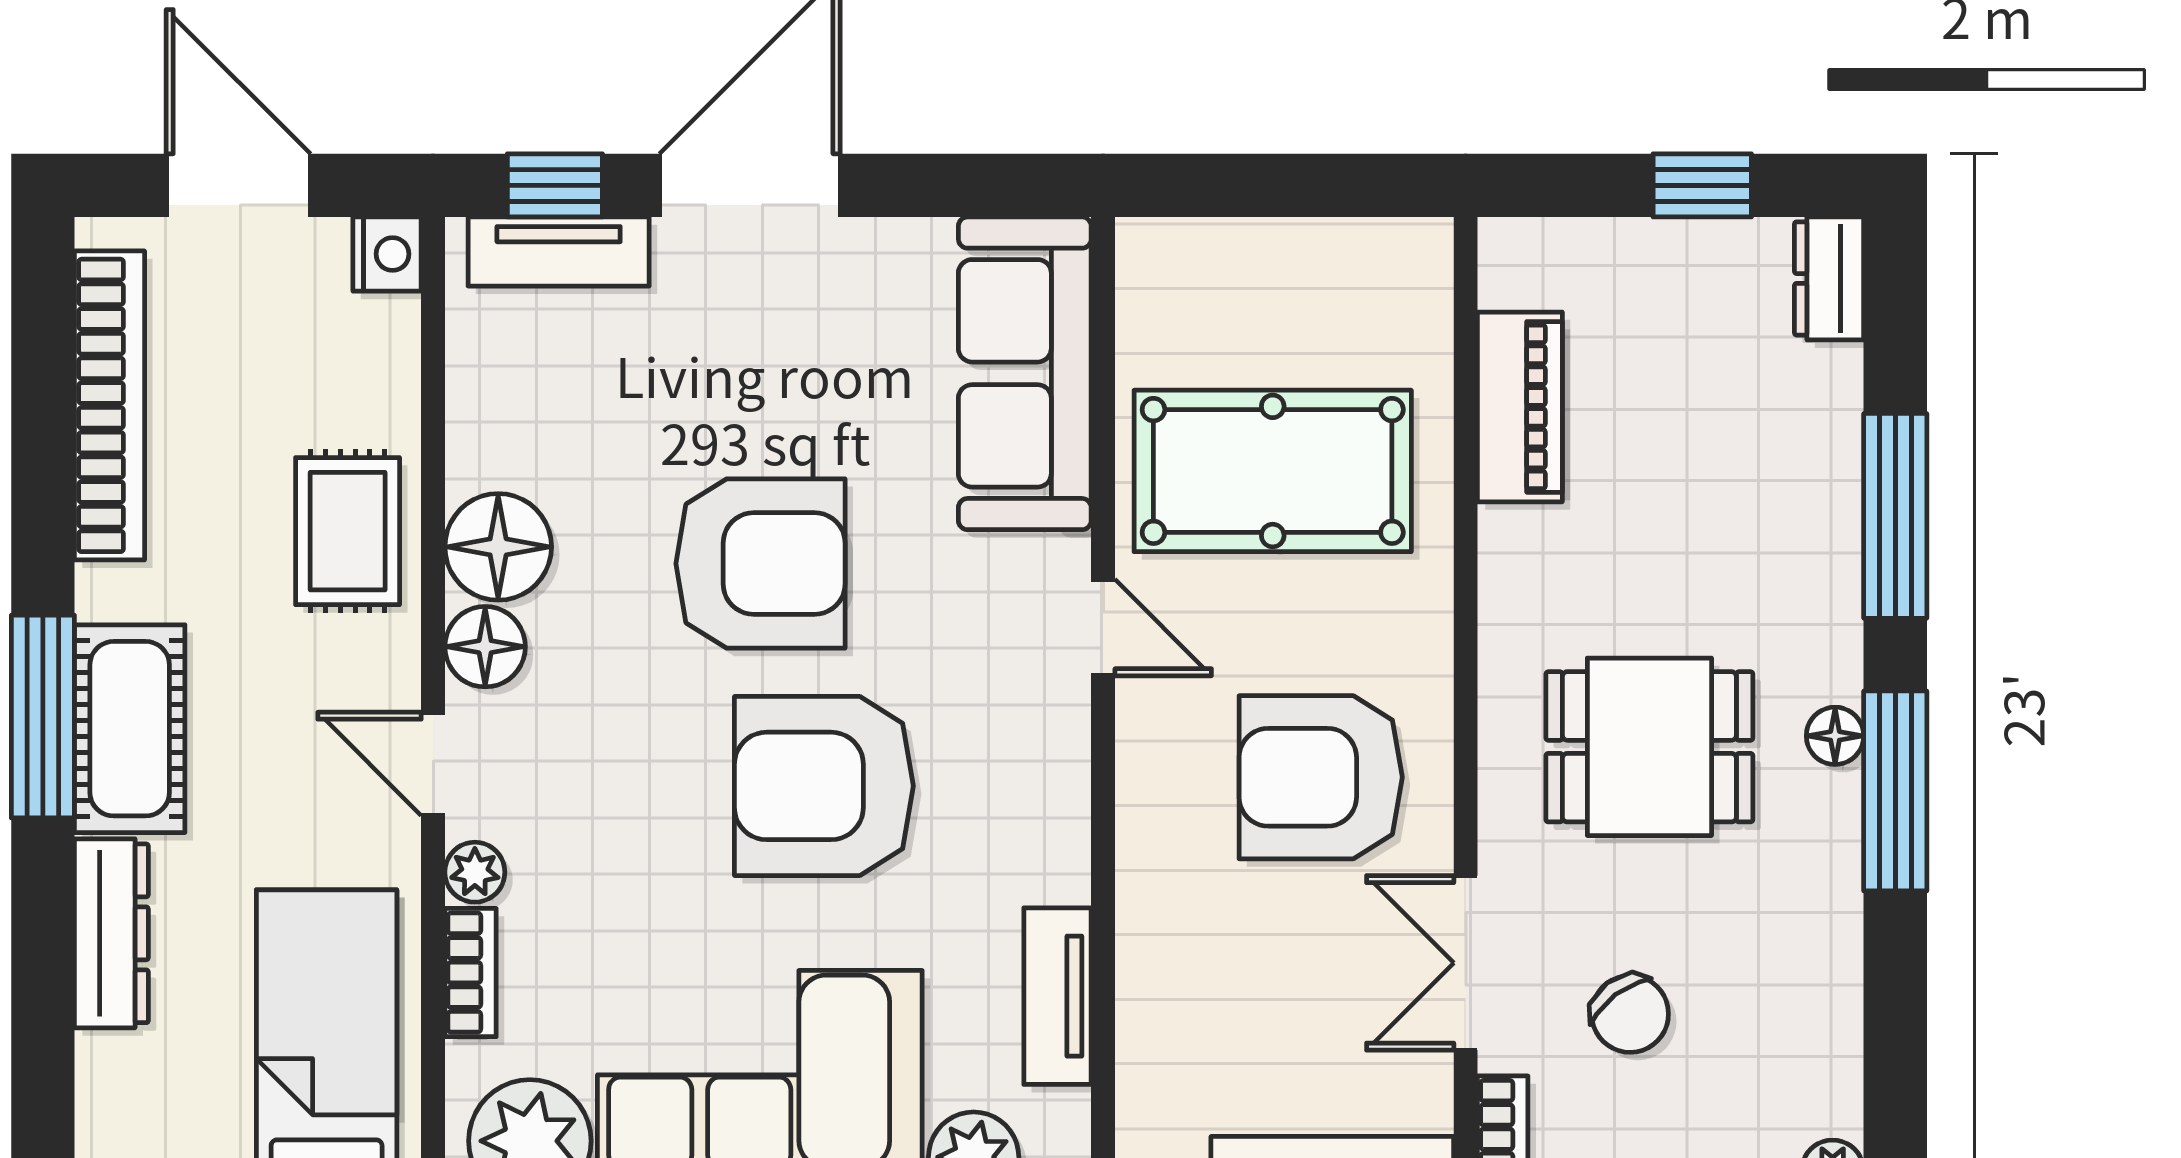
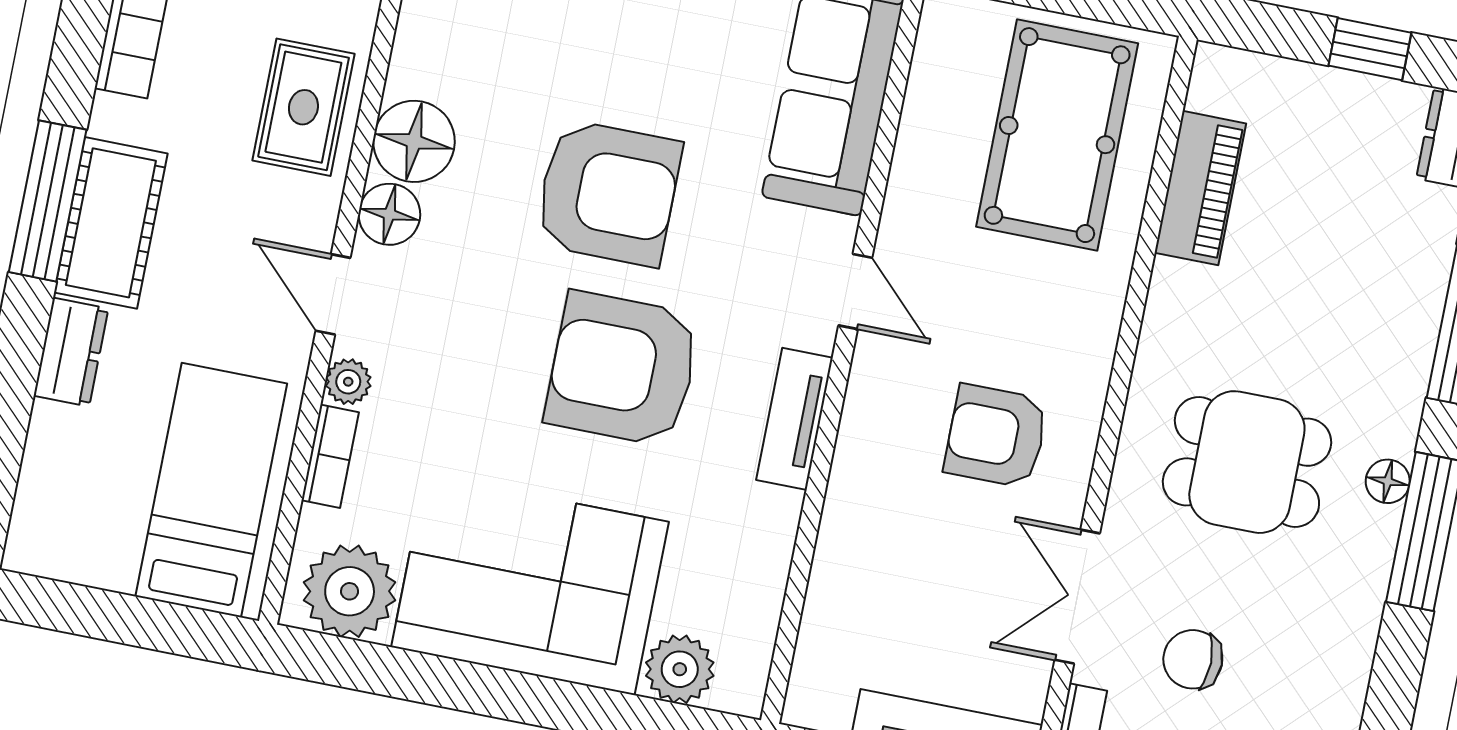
pool table: (1273, 471) -> (1057, 135), moved, turned 90
armchair: (1321, 777) -> (996, 436), width x0.73, depth x0.73
dresser: (111, 933) -> (71, 352), width x0.70
tv unit: (1058, 996) -> (795, 419), moved
chair: (1630, 1014) -> (1193, 659), turned 127

